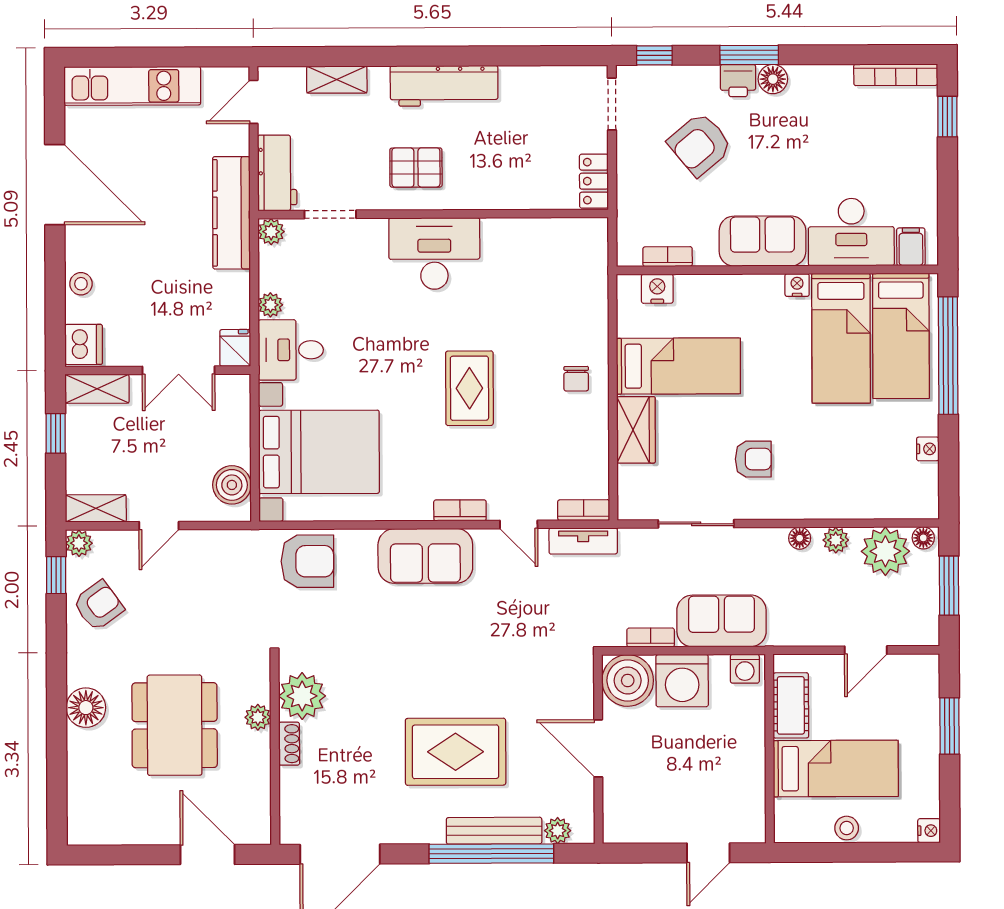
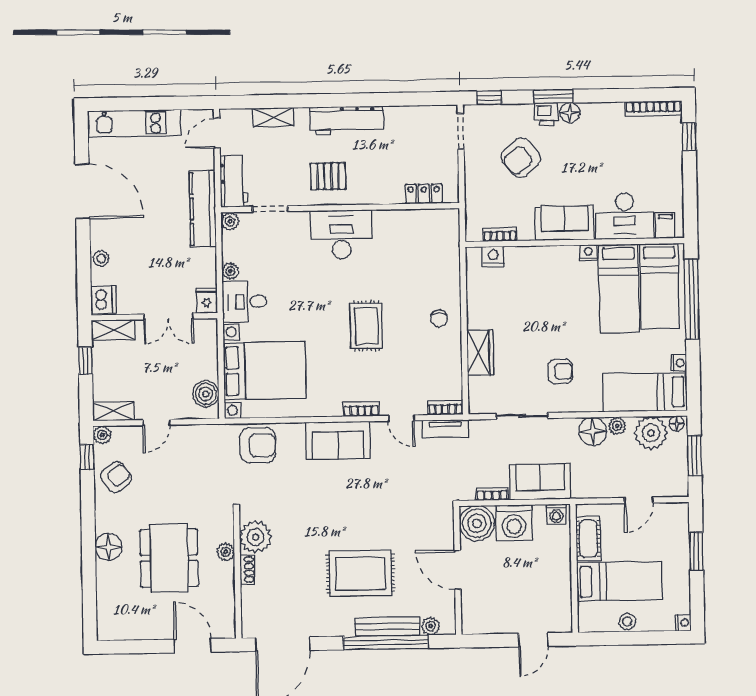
locker: (594, 181) -> (424, 194), moved, turned 90
bed: (678, 366) -> (645, 392), moved, turned 180
floor lamp: (800, 538) -> (593, 431), width x1.89, depth x1.89

